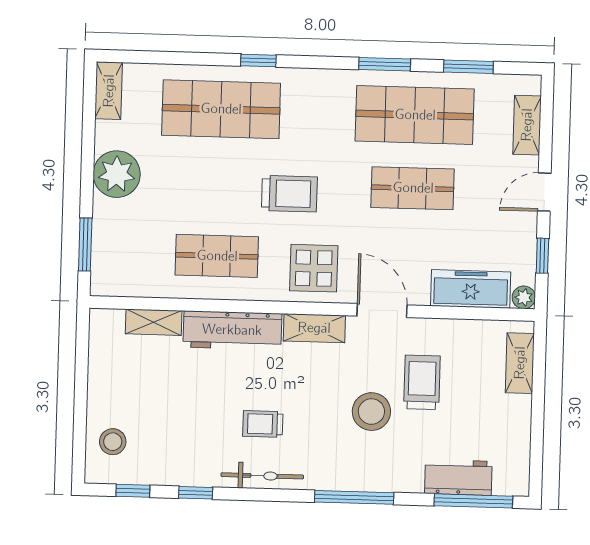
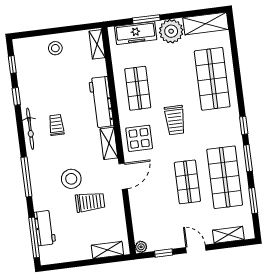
window: (258, 60) -> (244, 125), moved
shelving: (109, 91) -> (206, 24), width x1.50, depth x1.33
window: (85, 244) -> (146, 19), moved
freezer: (471, 289) -> (136, 33), moved, turned 90
shelving: (154, 322) -> (97, 44), moved
stool: (113, 442) -> (55, 48), moved

